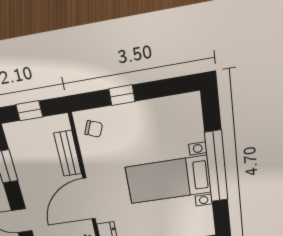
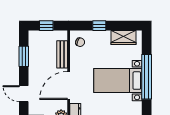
wardrobe: (168, 109) -> (124, 38), added

